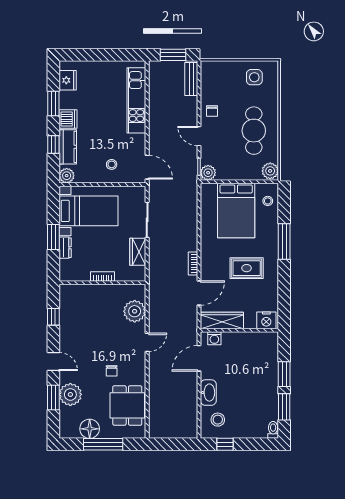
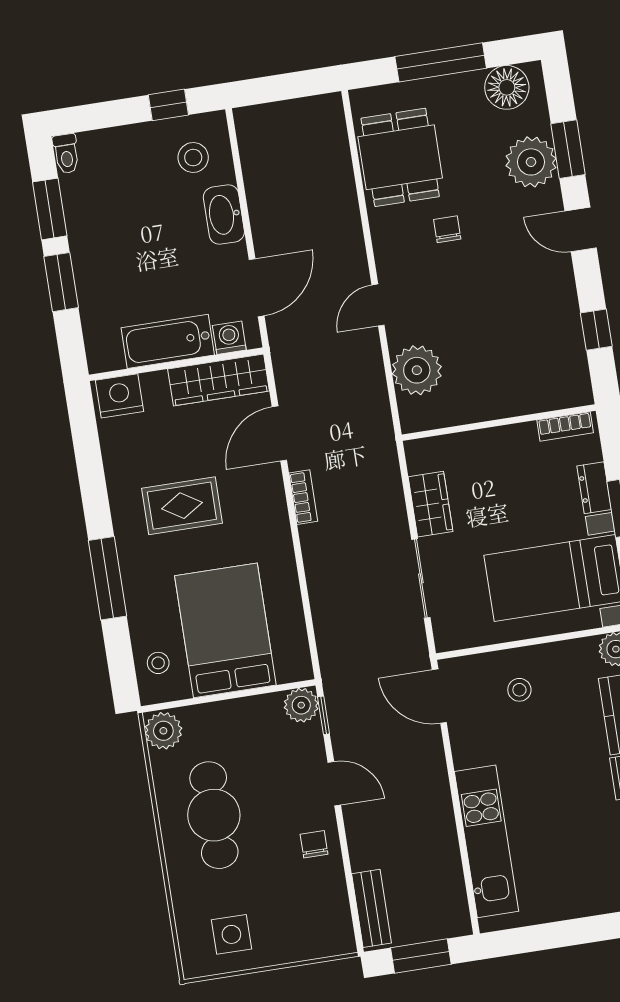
bookcase: (102, 276) -> (565, 426), moved
bathtub: (242, 341) -> (168, 341), added
floor lamp: (90, 429) -> (507, 87), moved

